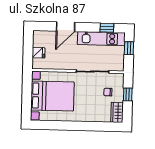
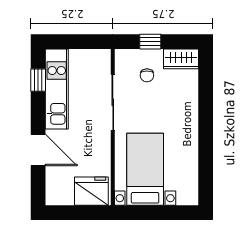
window: (129, 48) -> (72, 42), removed
fridge: (38, 53) -> (91, 191), width x1.88, depth x1.34
bed with nightstands: (52, 96) -> (145, 169), width x0.73

